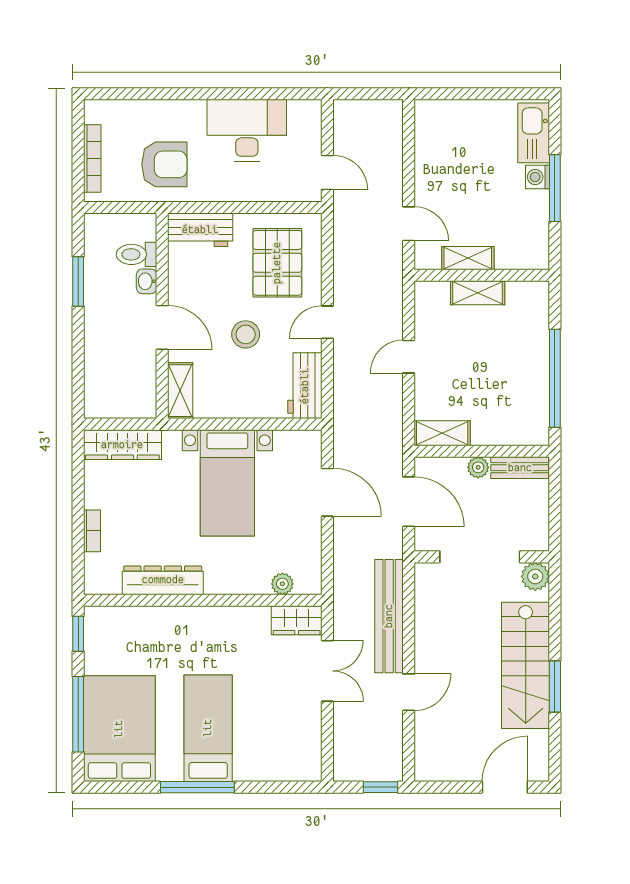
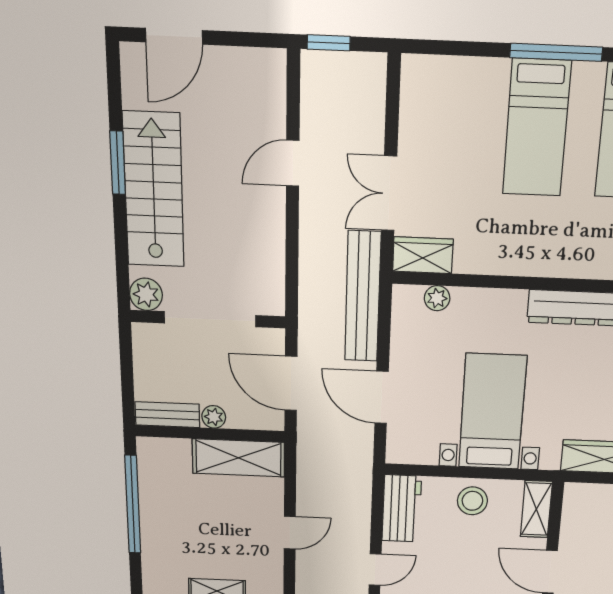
stool: (246, 334) -> (472, 501), moved
shelving: (442, 433) -> (238, 458), width x1.50, depth x1.33
bench: (389, 616) -> (363, 297), moved

